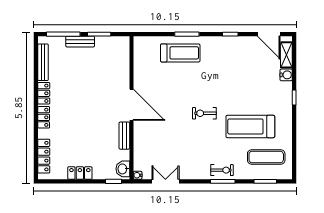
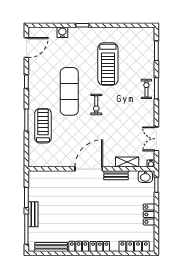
shelving: (286, 55) -> (127, 162), moved
exercise mat: (266, 157) -> (69, 91), moved, width x1.36, depth x1.45

